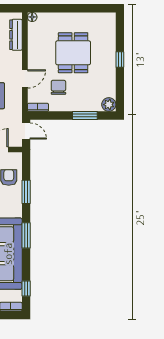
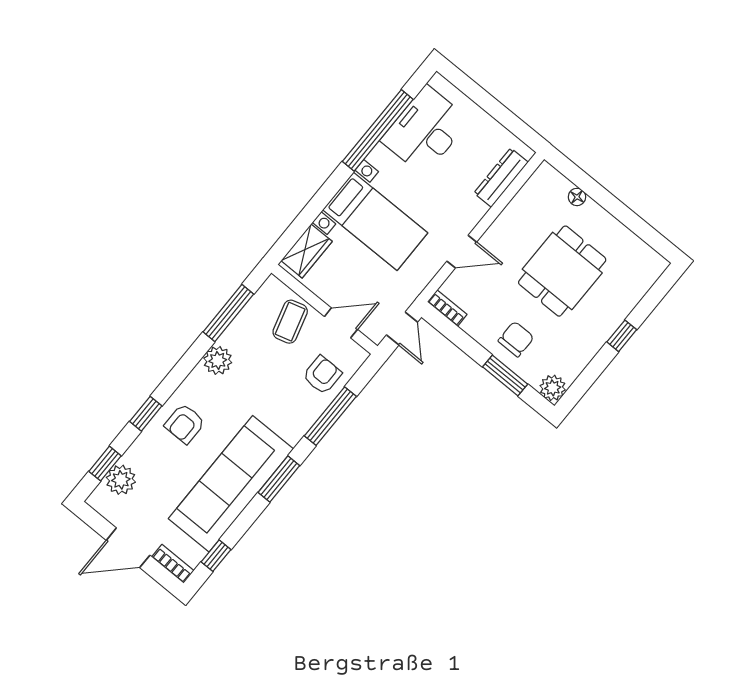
floor lamp: (32, 17) -> (577, 197), moved
chair: (58, 87) -> (516, 339), moved
window: (26, 192) -> (330, 416), width x1.44

